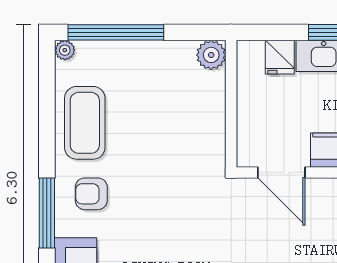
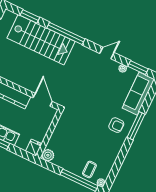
fridge: (280, 57) -> (34, 148), moved
coffee table: (85, 123) -> (89, 169), moved, width x0.54, depth x0.58

